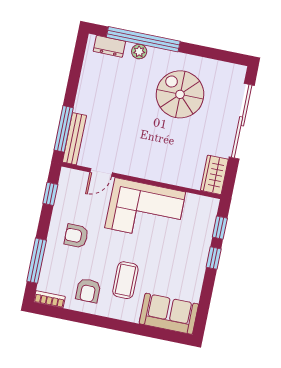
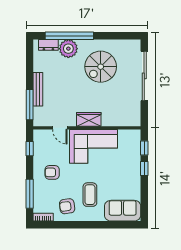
plant: (139, 52) -> (68, 49), width x1.87, depth x1.87
spiral stairs: (180, 94) -> (101, 67), turned -90
bench: (74, 139) -> (38, 89), moved
door: (101, 172) -> (60, 128), hinge flipped
wardrobe: (214, 175) -> (89, 119), moved, turned 90
armchair: (88, 290) -> (67, 206), turned 82

